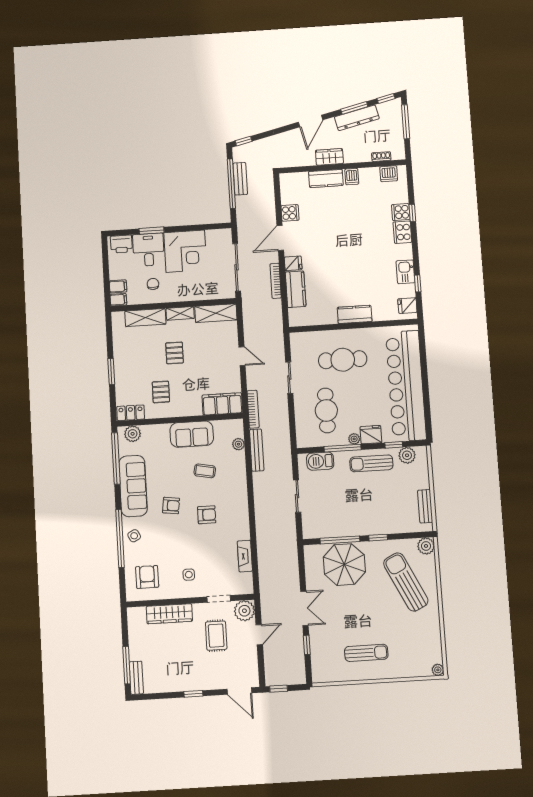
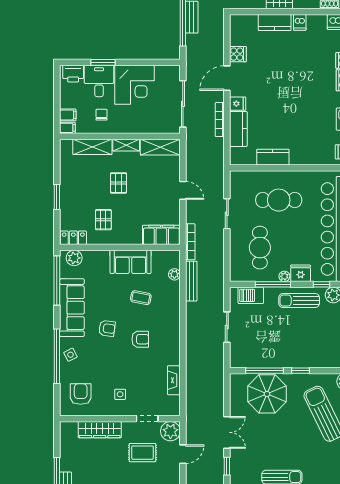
kitchen counter: (355, 314) -> (273, 157), moved
rug: (216, 636) -> (142, 453), turned 90

